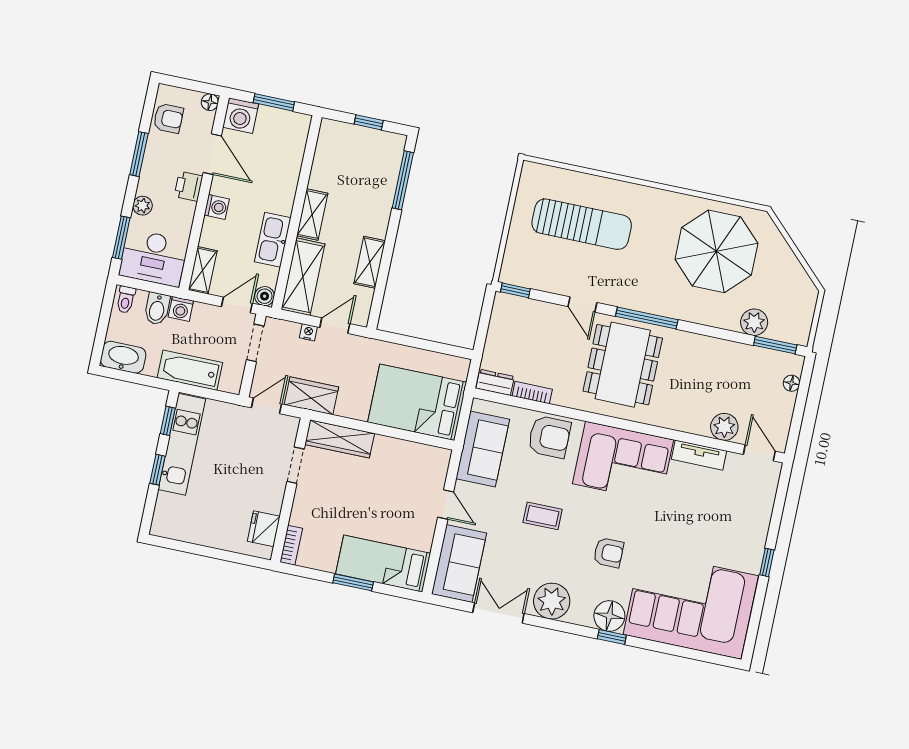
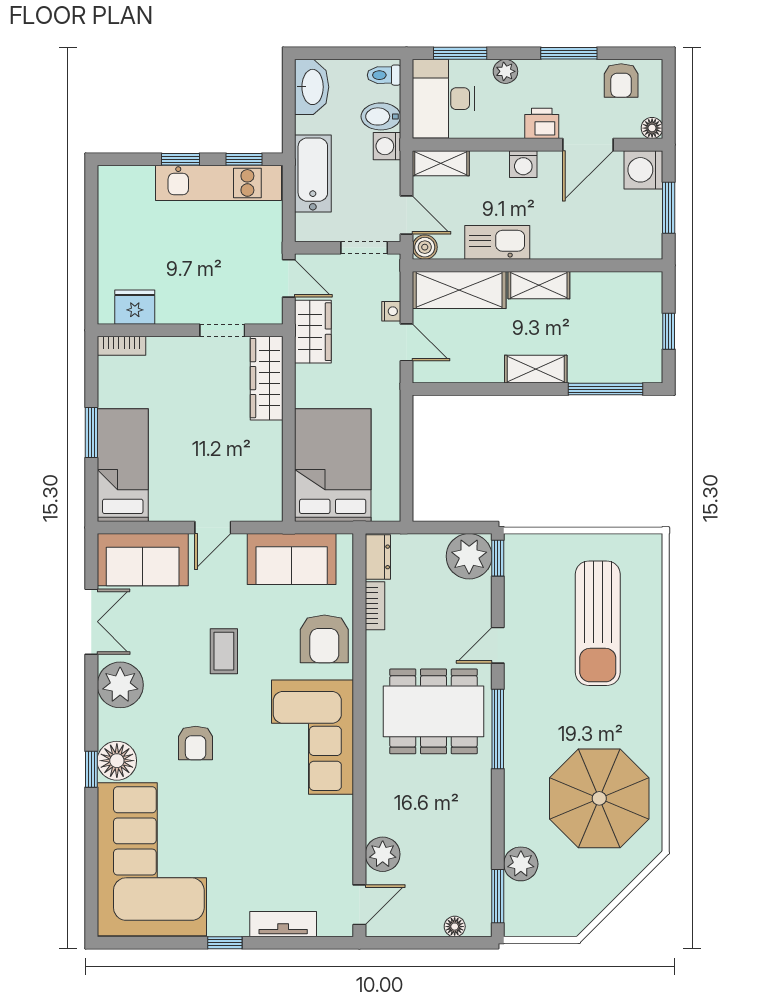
shelving: (370, 262) -> (536, 369), moved
plant: (509, 312) -> (469, 556), added
tv unit: (699, 455) -> (283, 924), moved, turned 90

